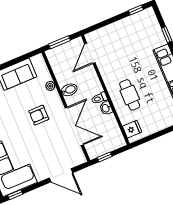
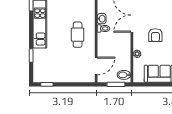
bidet: (69, 90) -> (124, 75), moved
cafe table: (130, 95) -> (78, 35), moved
armchair: (39, 115) -> (155, 35), turned 90

